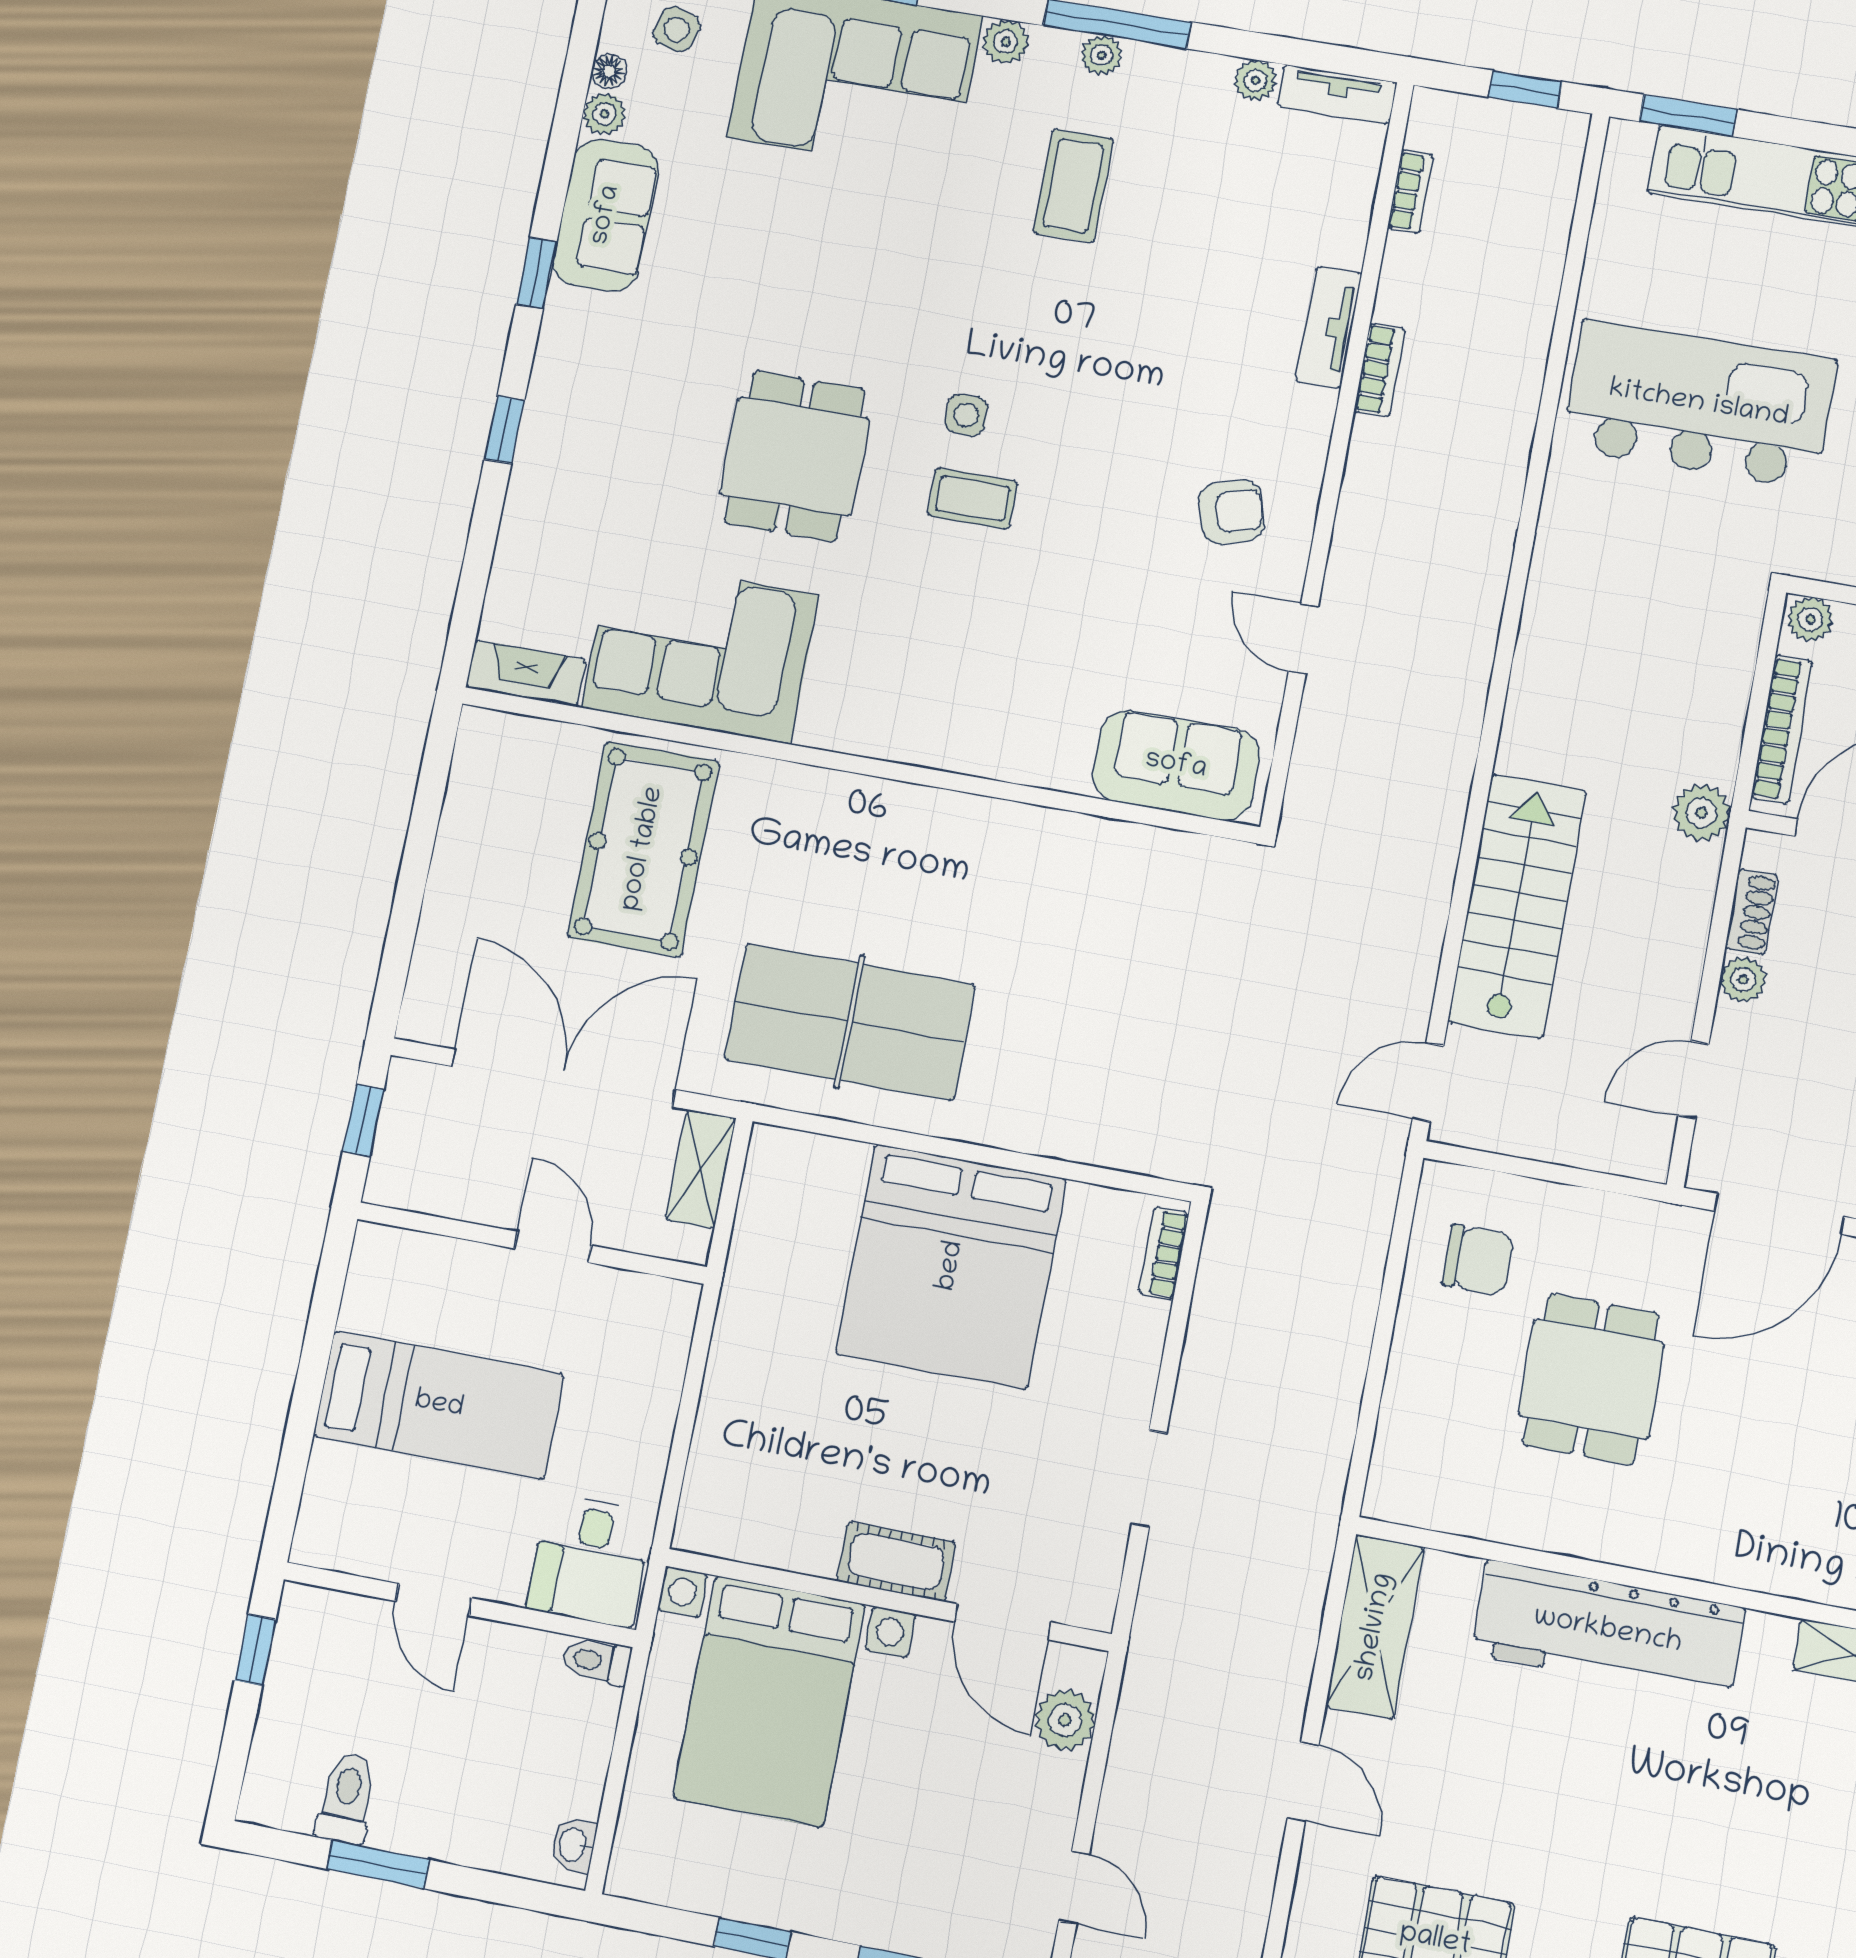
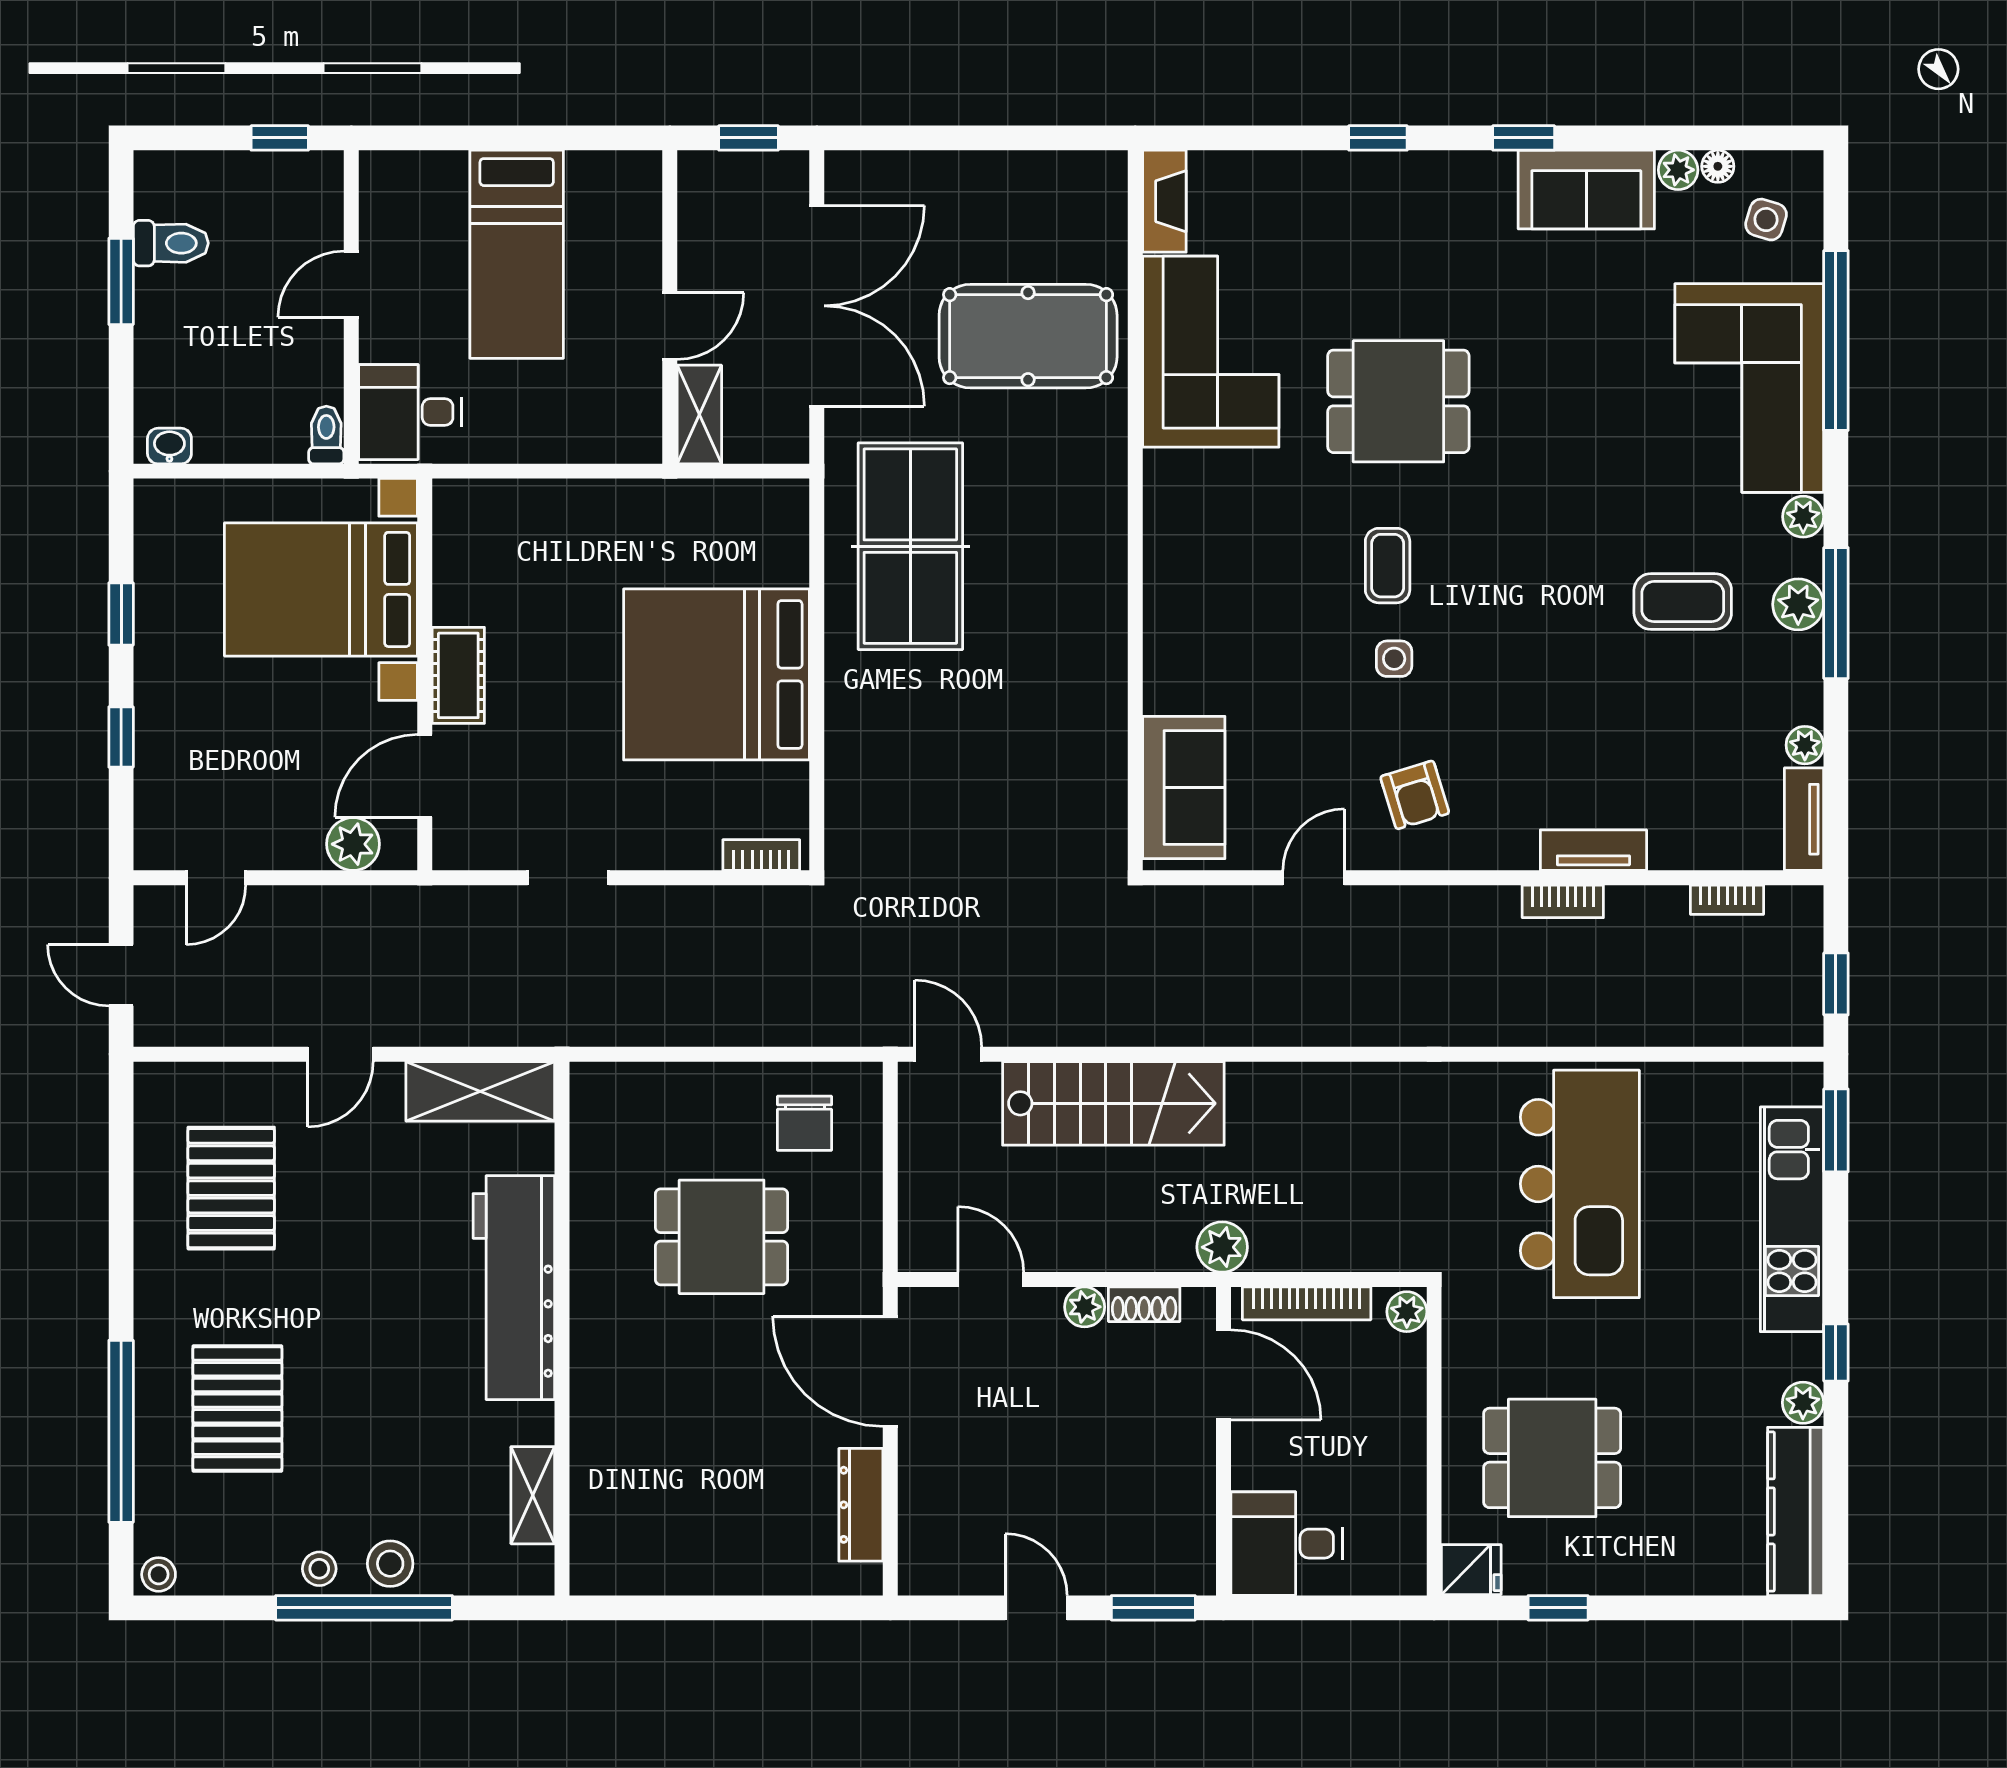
plant: (1101, 55) -> (1798, 604), width x1.38, depth x1.38
side table: (966, 415) -> (1394, 659), moved
shelving: (701, 1169) -> (699, 414), moved, turned 90

